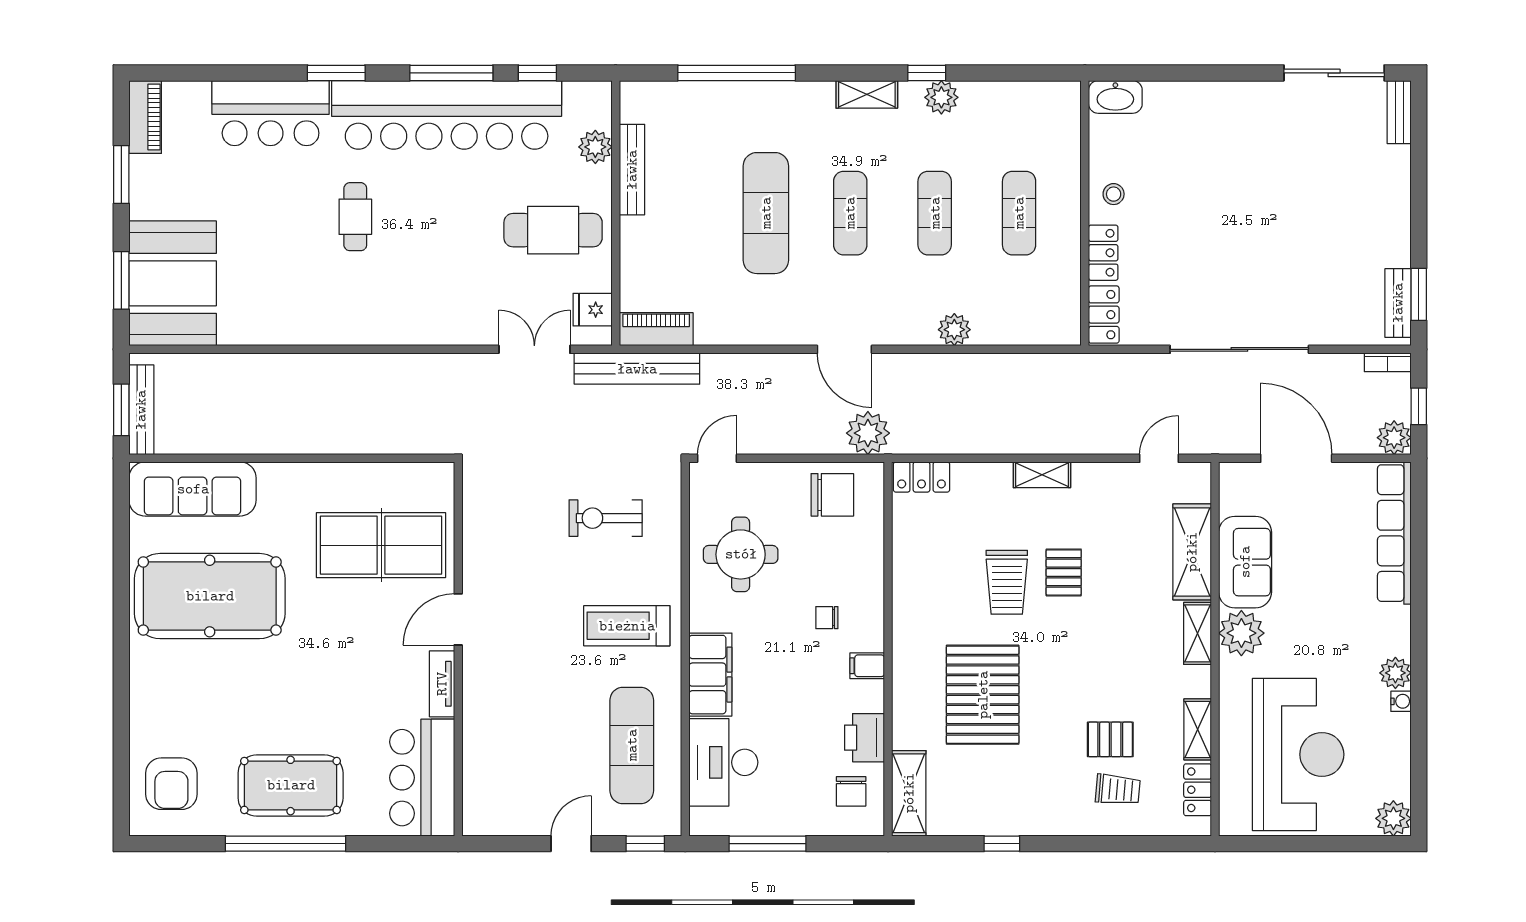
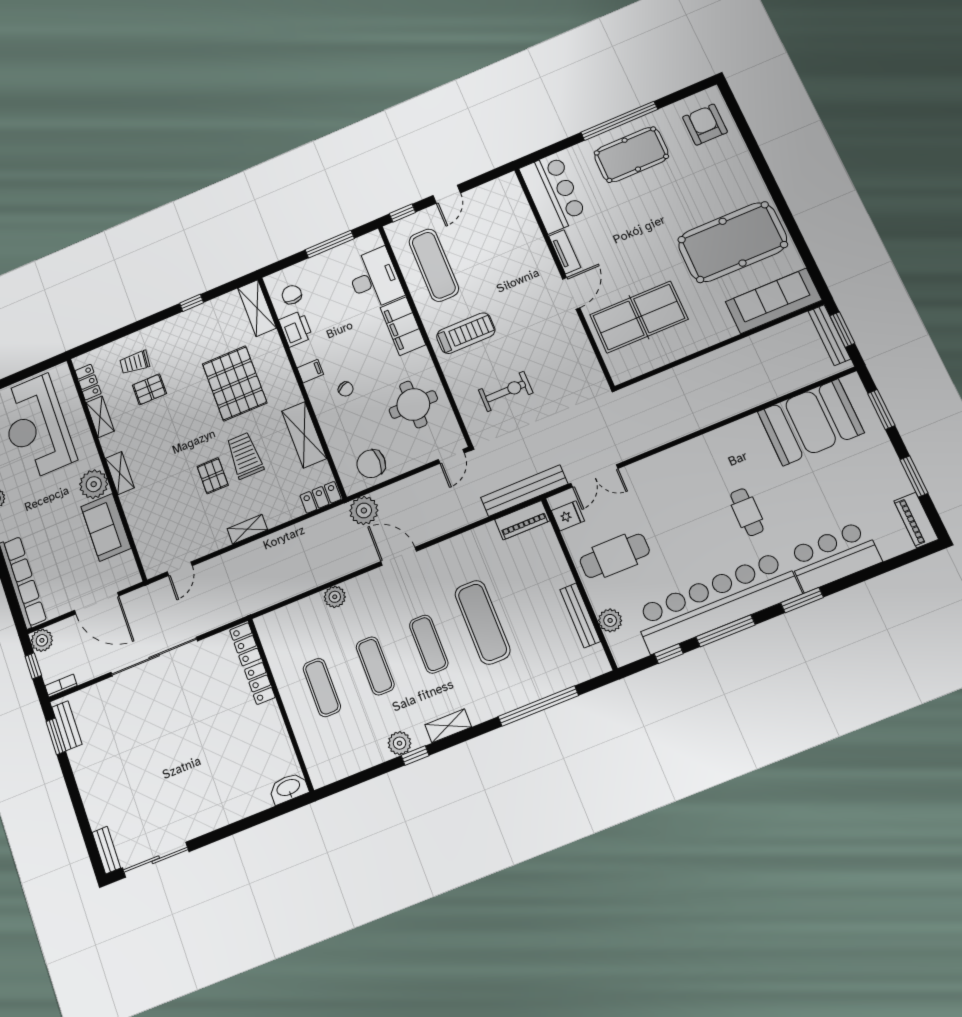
stool: (1114, 194) -> (267, 724), removed
booth: (173, 283) -> (811, 422), moved, turned 90
shelving: (1192, 552) -> (304, 435), moved
chair: (827, 618) -> (346, 389), turned 63

